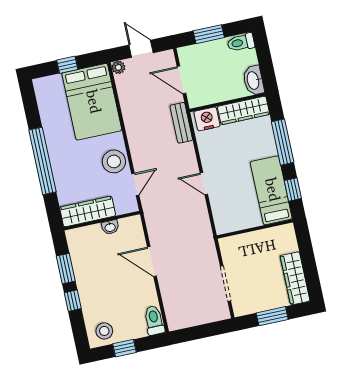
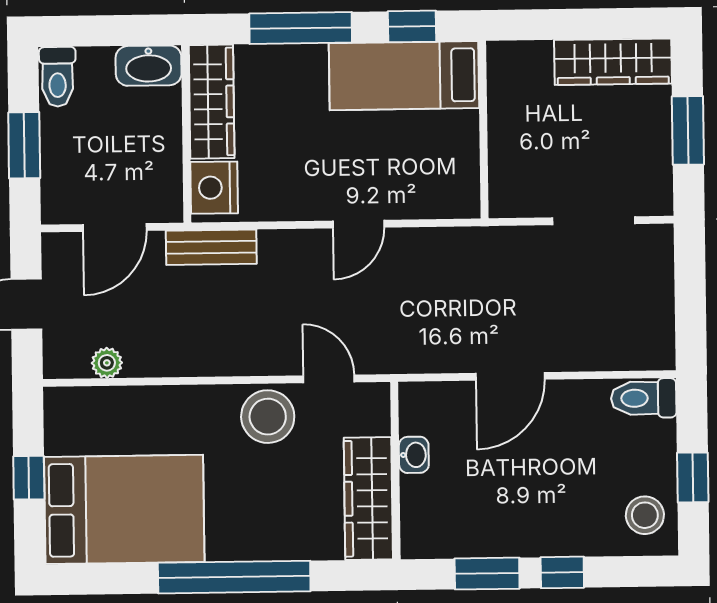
plant: (118, 67) -> (107, 363), moved
bed: (92, 102) -> (124, 509), moved

